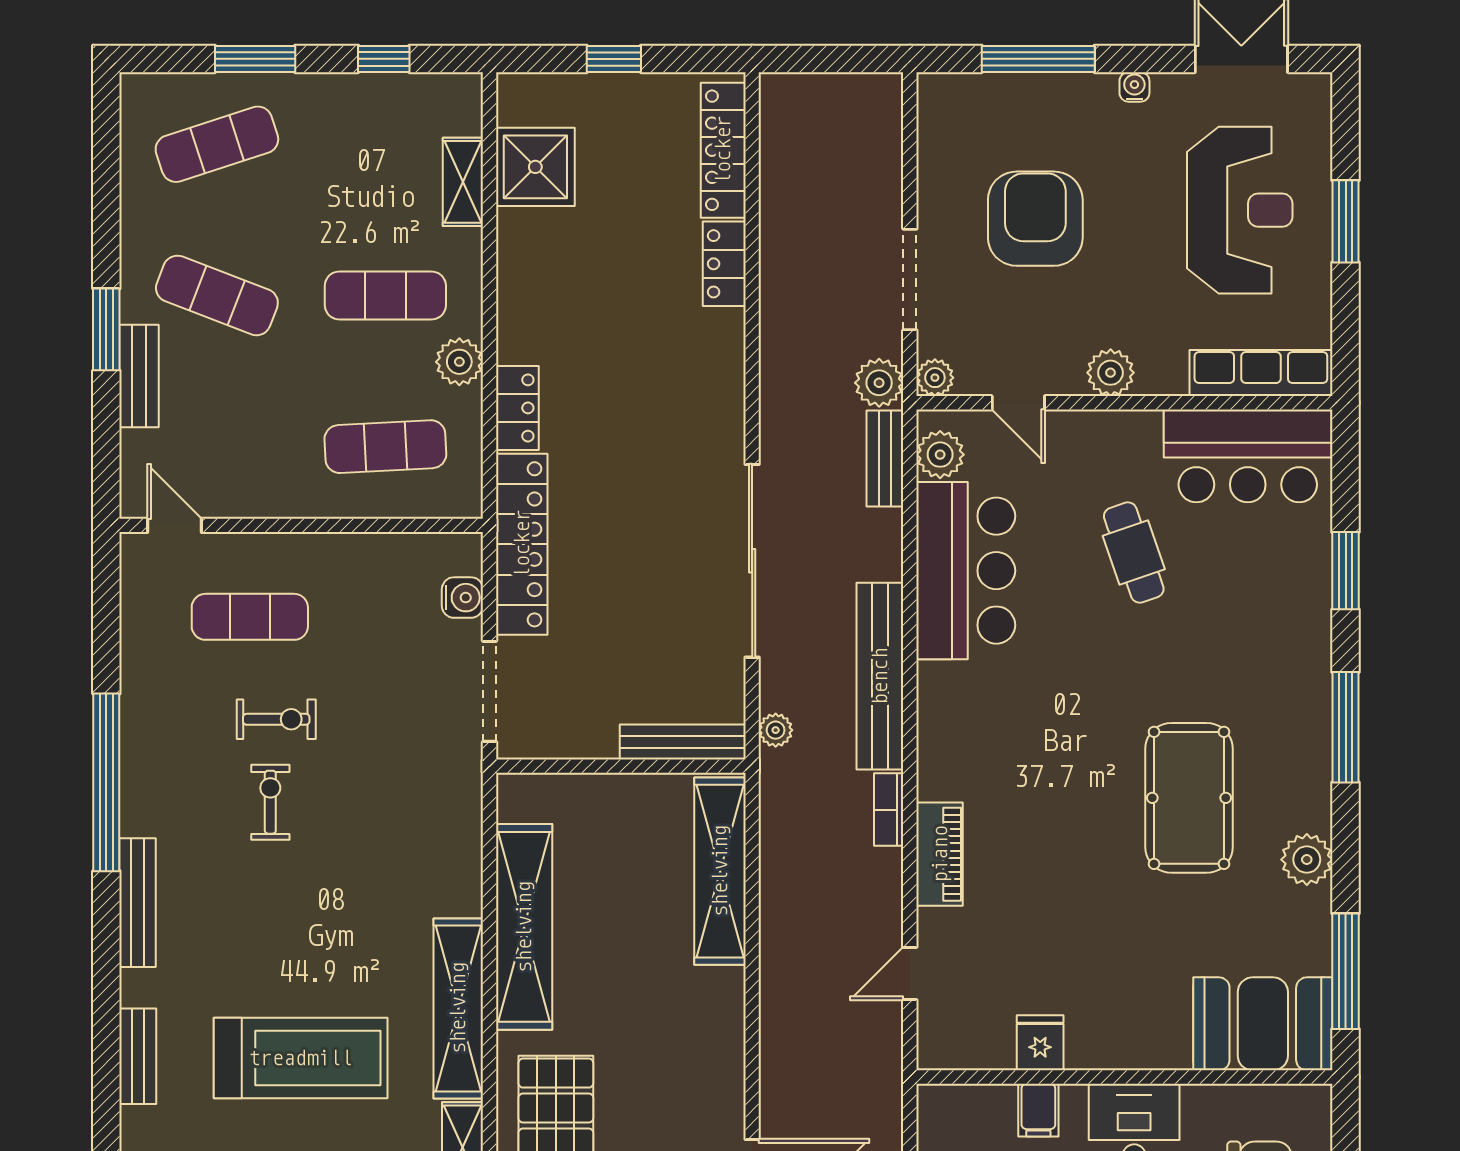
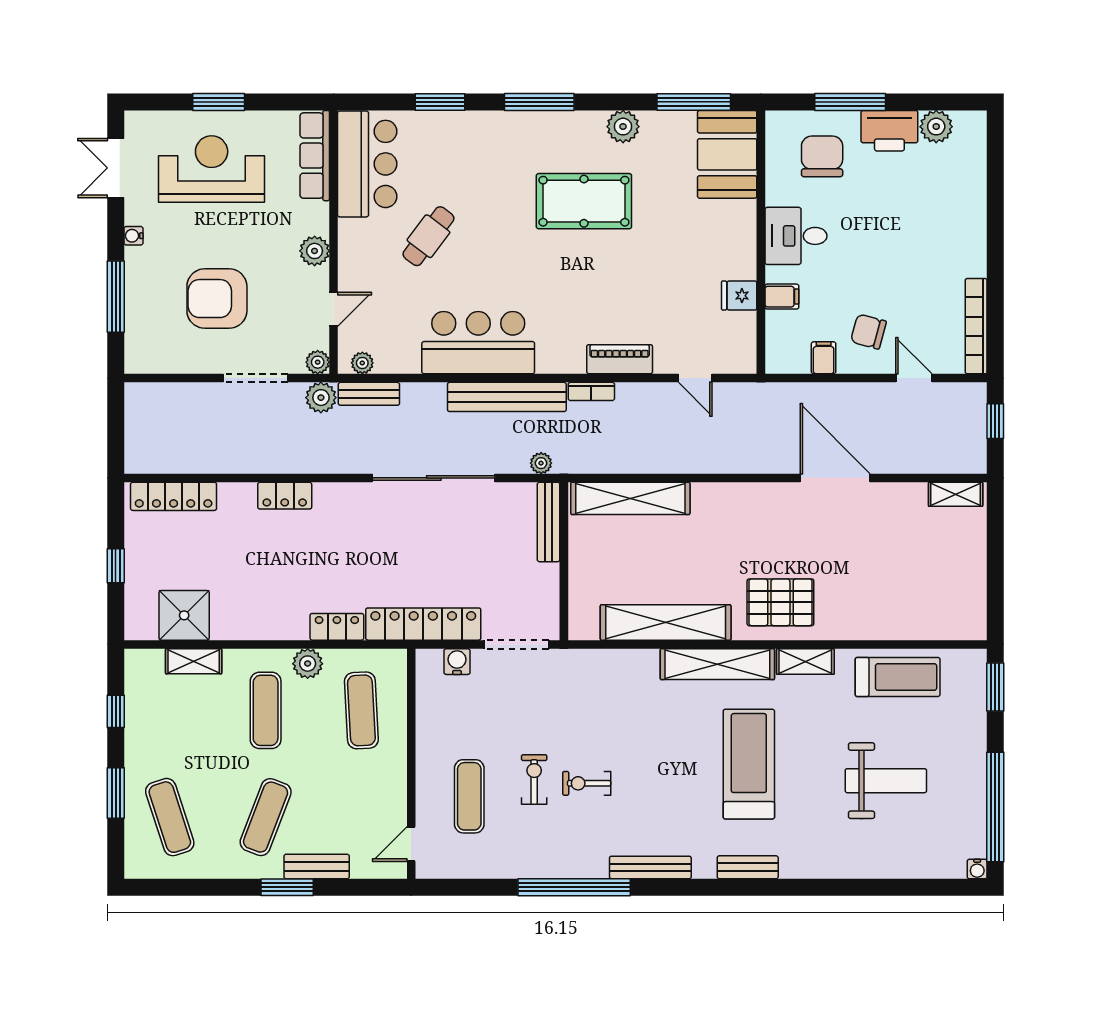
locker: (724, 264) -> (285, 496), moved
plant: (940, 455) -> (362, 363), width x0.73, depth x0.73
cafe table: (1134, 553) -> (428, 236), turned -34
bar counter: (966, 571) -> (478, 343), moved

